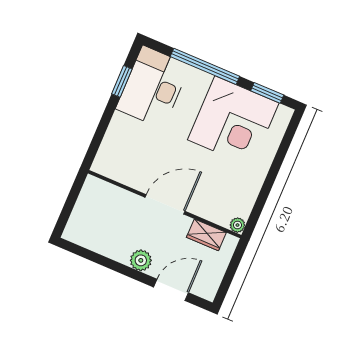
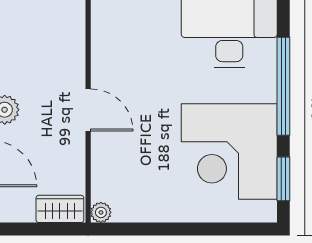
door: (165, 204) -> (88, 110), width x0.73
wardrobe: (206, 235) -> (60, 209), moved, turned 90

